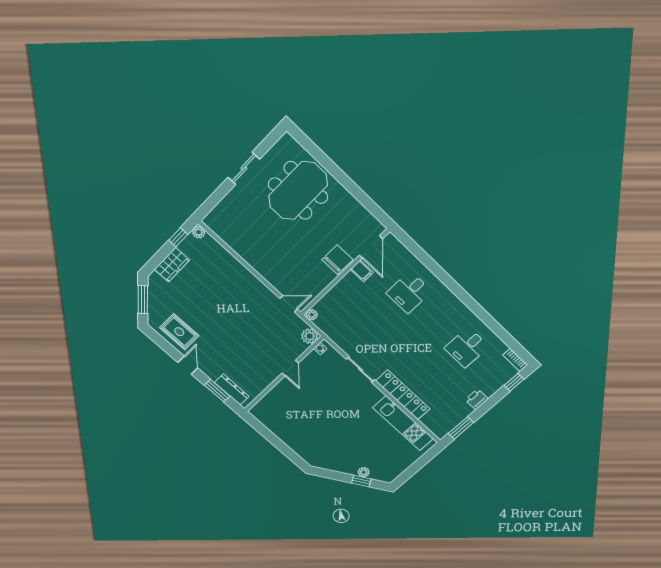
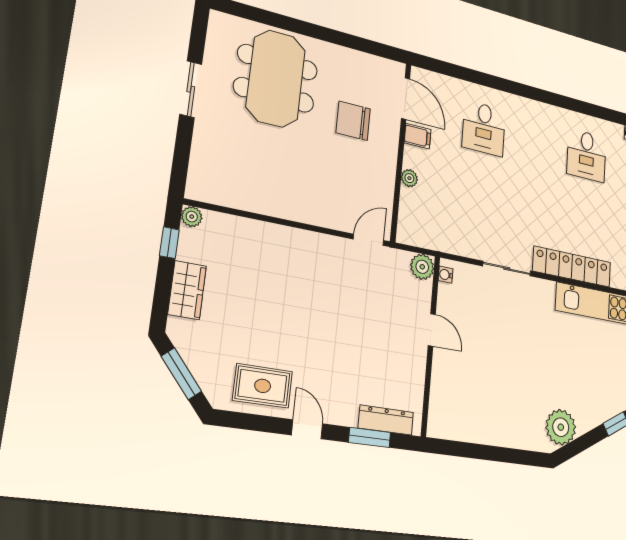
chair: (337, 260) -> (353, 121), moved, turned -90
plant: (312, 315) -> (409, 178), moved
plant: (364, 472) -> (561, 427), moved, width x1.88, depth x1.88

